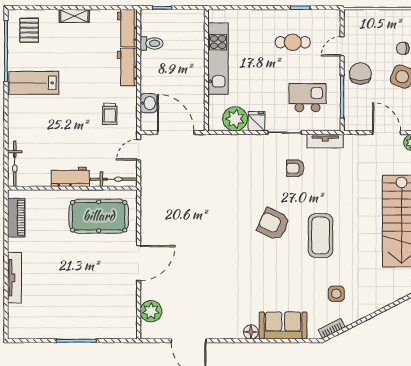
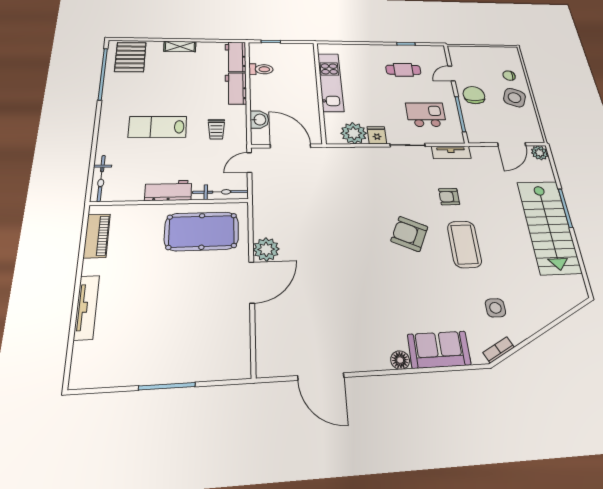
pallet: (29, 30) -> (130, 57), width x1.50, depth x1.42
lab bench: (34, 83) -> (158, 127), moved
door: (387, 133) -> (512, 144), swing flipped
armchair: (295, 168) -> (449, 197), moved
plant: (151, 311) -> (266, 249), moved

